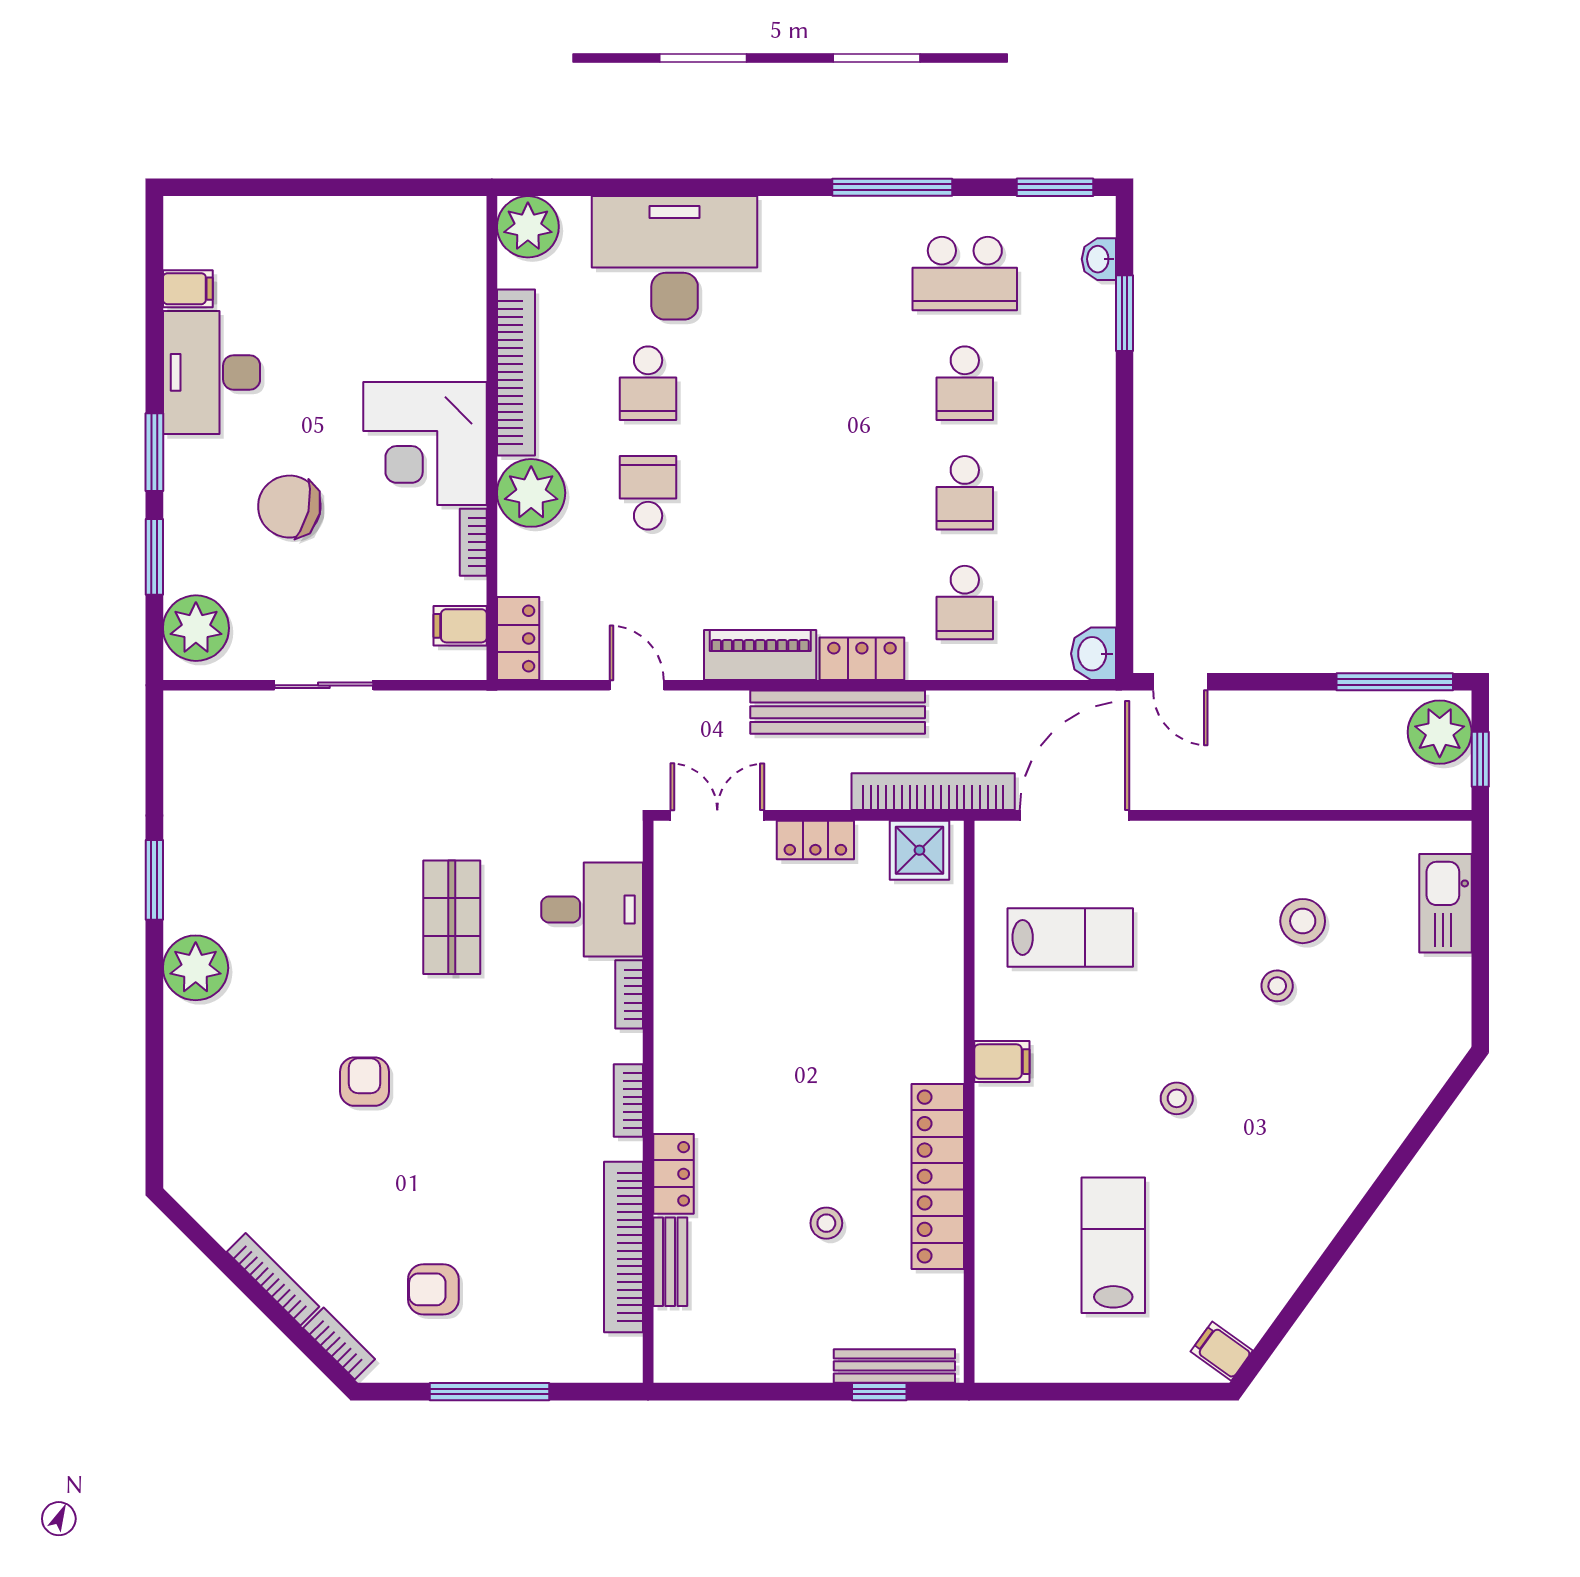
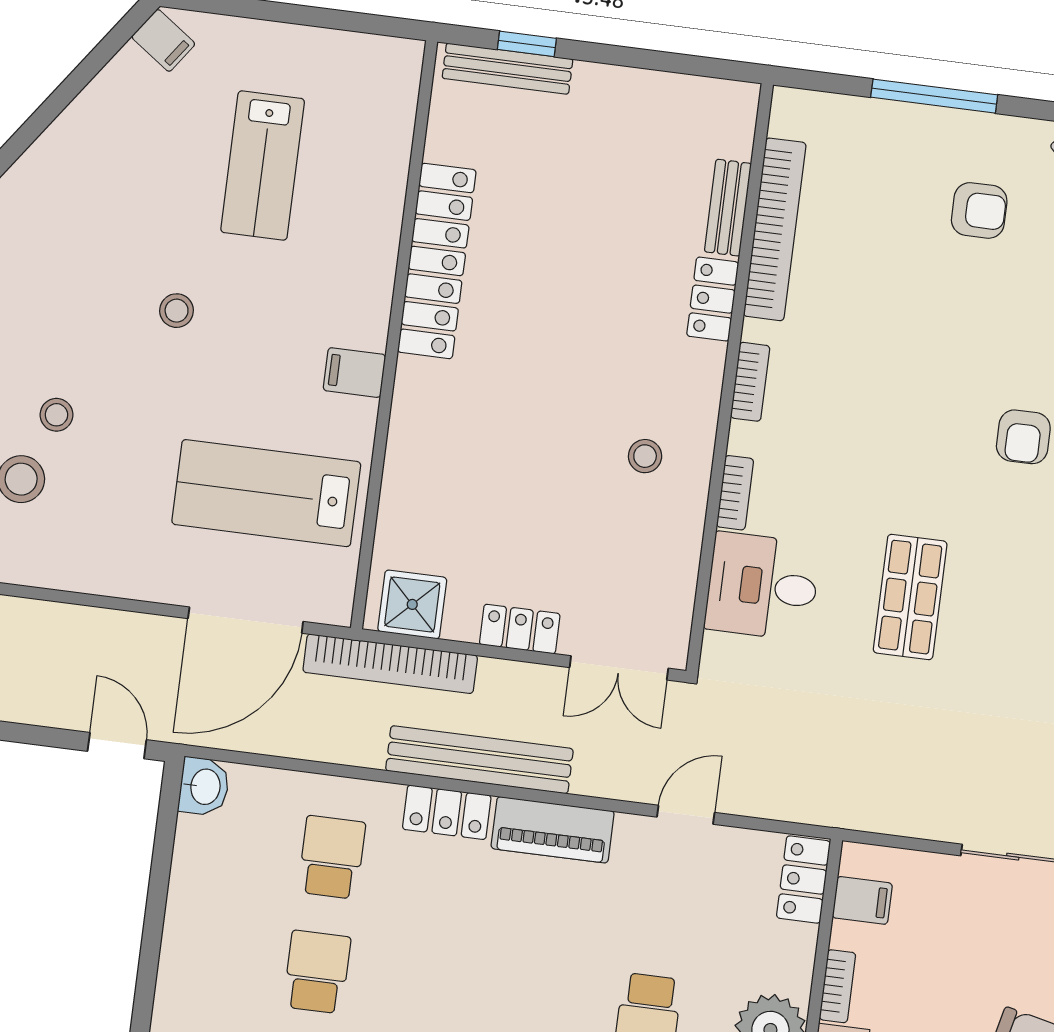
door: (637, 685) -> (686, 815), swing flipped
lab bench: (1070, 937) -> (266, 493), width x1.36, depth x1.39
stool: (826, 1223) -> (645, 456), moved

